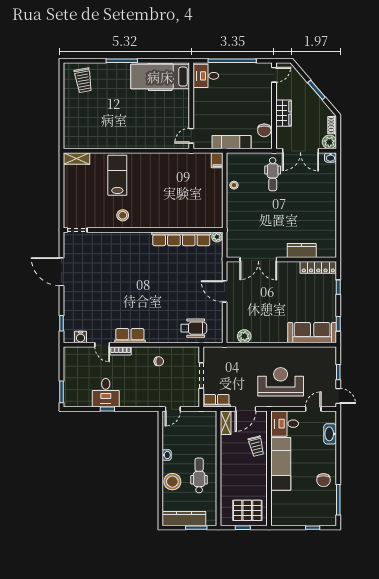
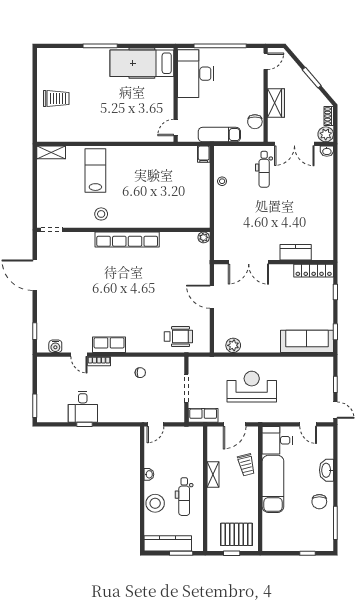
desk: (206, 76) -> (196, 74), width x1.87, depth x1.30
trolley: (83, 80) -> (56, 99), moved, turned -80
row of seats: (181, 239) -> (127, 239), moved
reception desk: (281, 382) -> (252, 387), moved
door: (313, 409) -> (308, 424), swing flipped
shelving: (226, 423) -> (213, 474), moved
washbasin: (330, 434) -> (326, 470), moved
dental chair: (199, 475) -> (184, 497), turned 180

